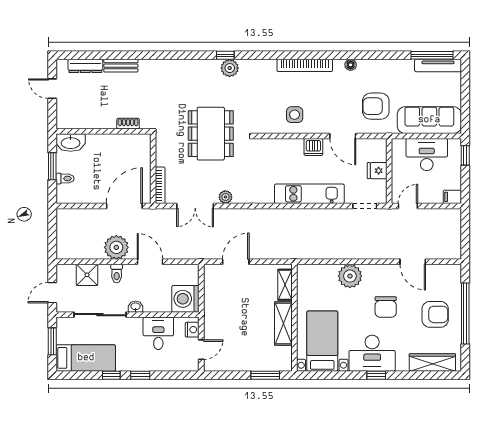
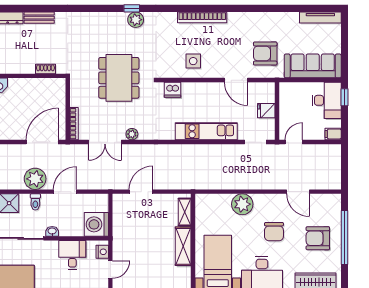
window: (432, 55) -> (315, 8), removed
floor lamp: (351, 65) -> (243, 17), removed
dishwasher: (313, 147) -> (172, 90), moved
desk: (427, 155) -> (327, 100), moved, turned 90
door: (150, 262) -> (65, 192), hinge flipped
armchair: (435, 314) -> (318, 238), turned 180

